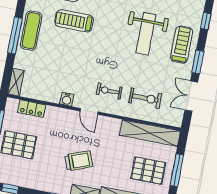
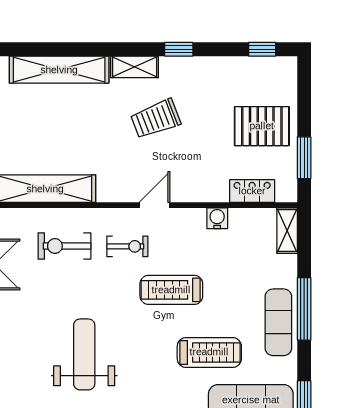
treadmill: (182, 45) -> (171, 290), moved, turned 90
water cooler: (67, 99) -> (217, 218), moved
door: (89, 111) -> (154, 205), hinge flipped
pallet: (148, 171) -> (36, 125), removed

